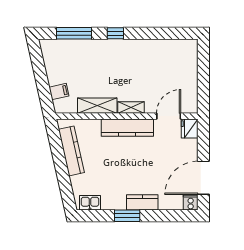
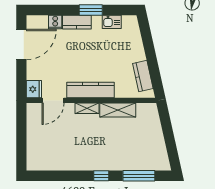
filing cabinet: (59, 92) -> (153, 123), removed
kitchen counter: (71, 151) -> (143, 76), width x0.67
kitchen sink: (90, 203) -> (112, 22), moved
cooker: (191, 203) -> (55, 22), moved

